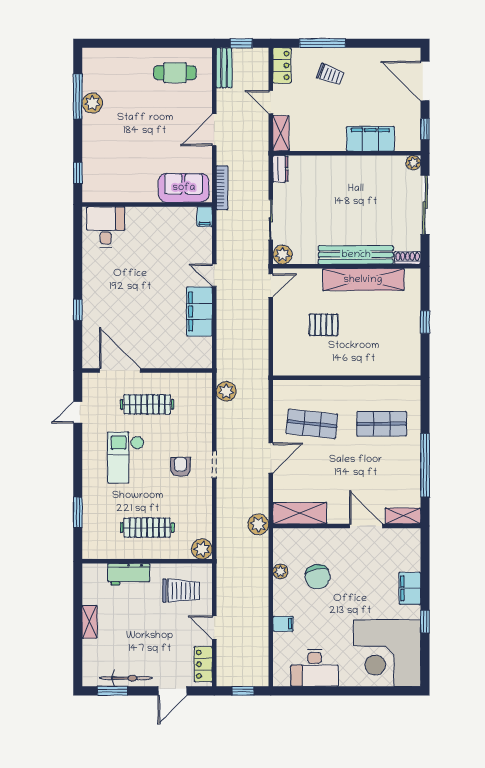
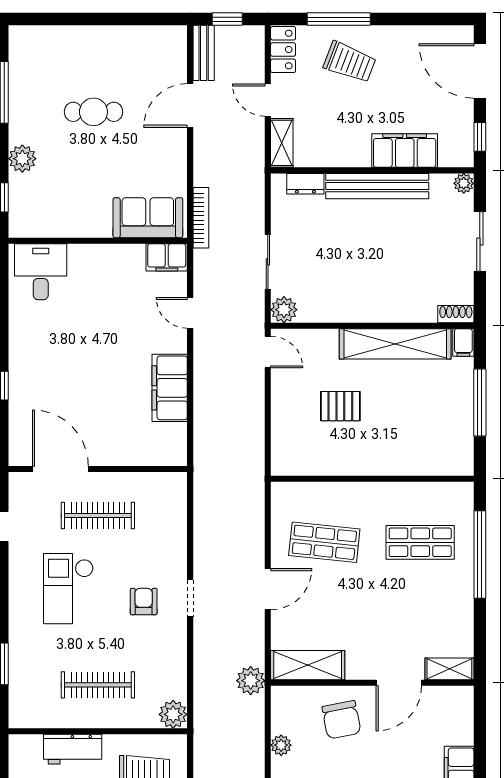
cafe table: (175, 73) -> (93, 112), moved
trolley: (330, 75) -> (350, 62), width x1.36, depth x1.39
plant: (92, 103) -> (22, 159), moved
door: (214, 130) -> (190, 106), moved
dresser: (280, 169) -> (305, 184), moved, turned 90
sliding door: (425, 205) -> (480, 242), width x0.73
filing cabinet: (205, 217) -> (167, 257), width x2.00
bench: (356, 255) -> (377, 186), moved
door: (214, 275) -> (190, 313), moved
filing cabinet: (413, 279) -> (463, 343), added
door: (271, 285) -> (268, 352), hinge flipped
window: (425, 322) -> (480, 402), width x2.17
plant: (226, 391) -> (207, 498), removed
window: (425, 465) -> (480, 555), moved
door: (366, 526) -> (399, 683), swing flipped
chair: (318, 577) -> (341, 720), moved

